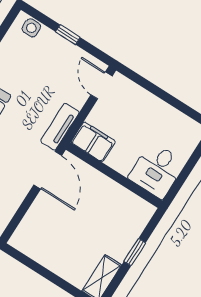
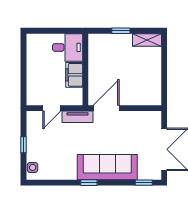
door: (102, 85) -> (52, 108), moved
filing cabinet: (93, 142) -> (74, 75), moved

